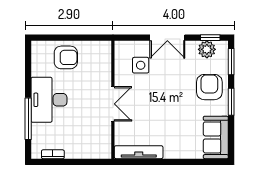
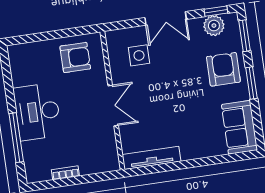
armchair: (66, 57) -> (75, 57), moved
bookcase: (53, 154) -> (65, 173), moved

